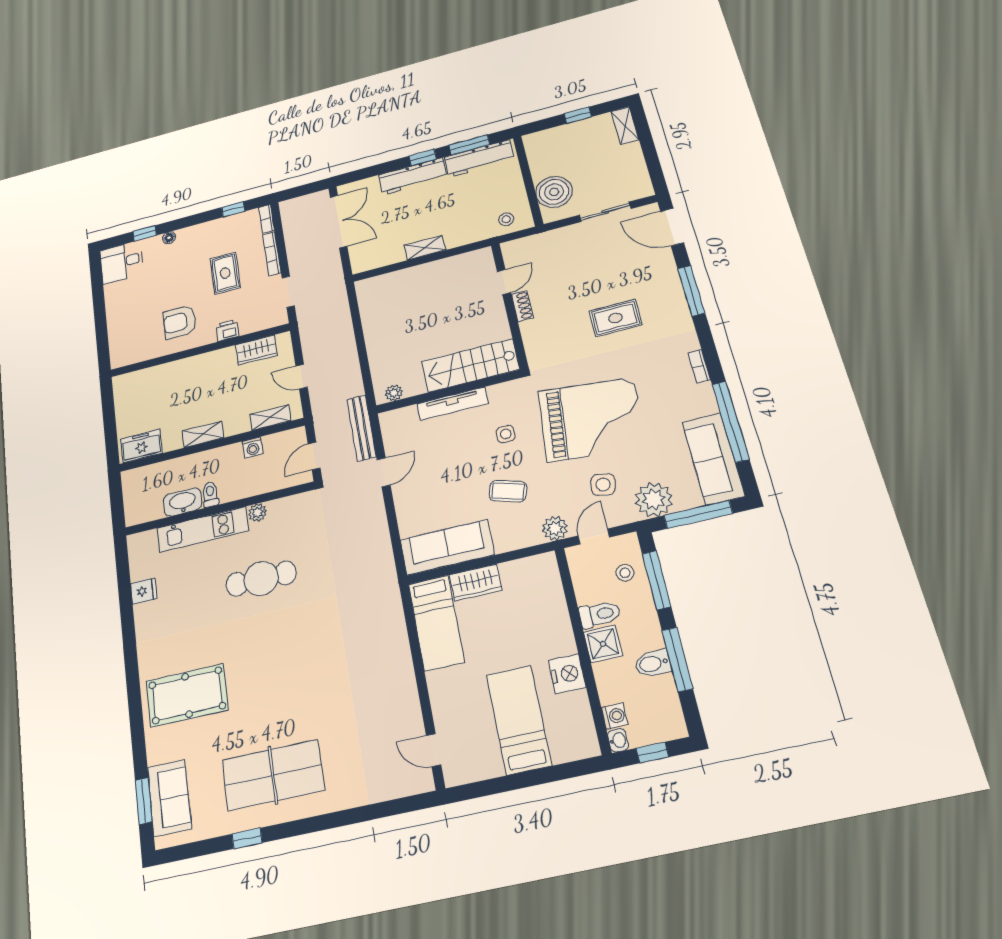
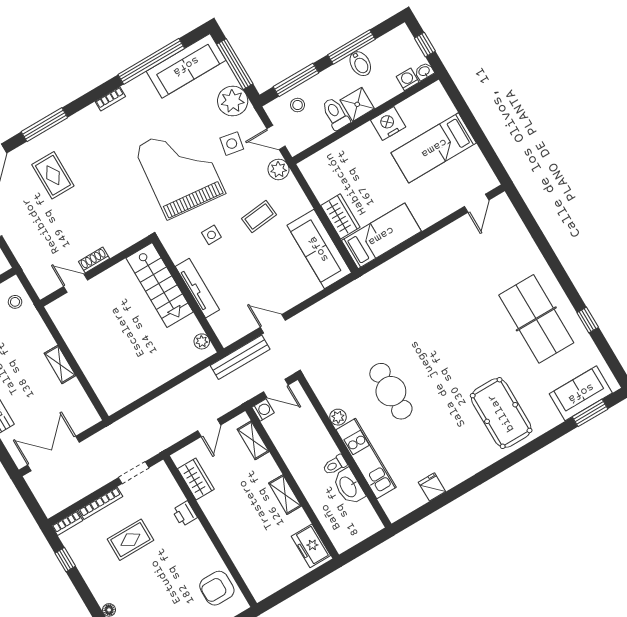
rug: (615, 318) -> (53, 175), moved
armchair: (180, 322) -> (217, 588), moved, turned 90
washing machine: (253, 447) -> (263, 410), moved
coffee table: (508, 491) -> (259, 217), turned 67

